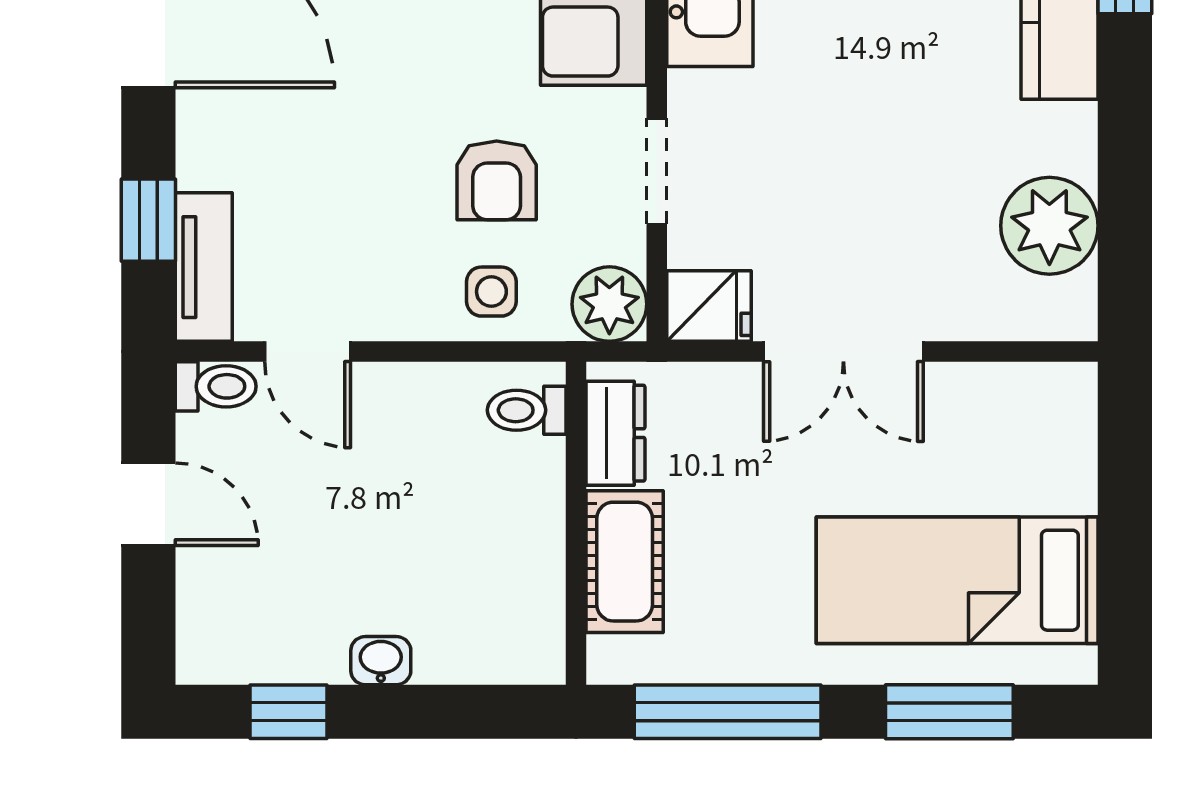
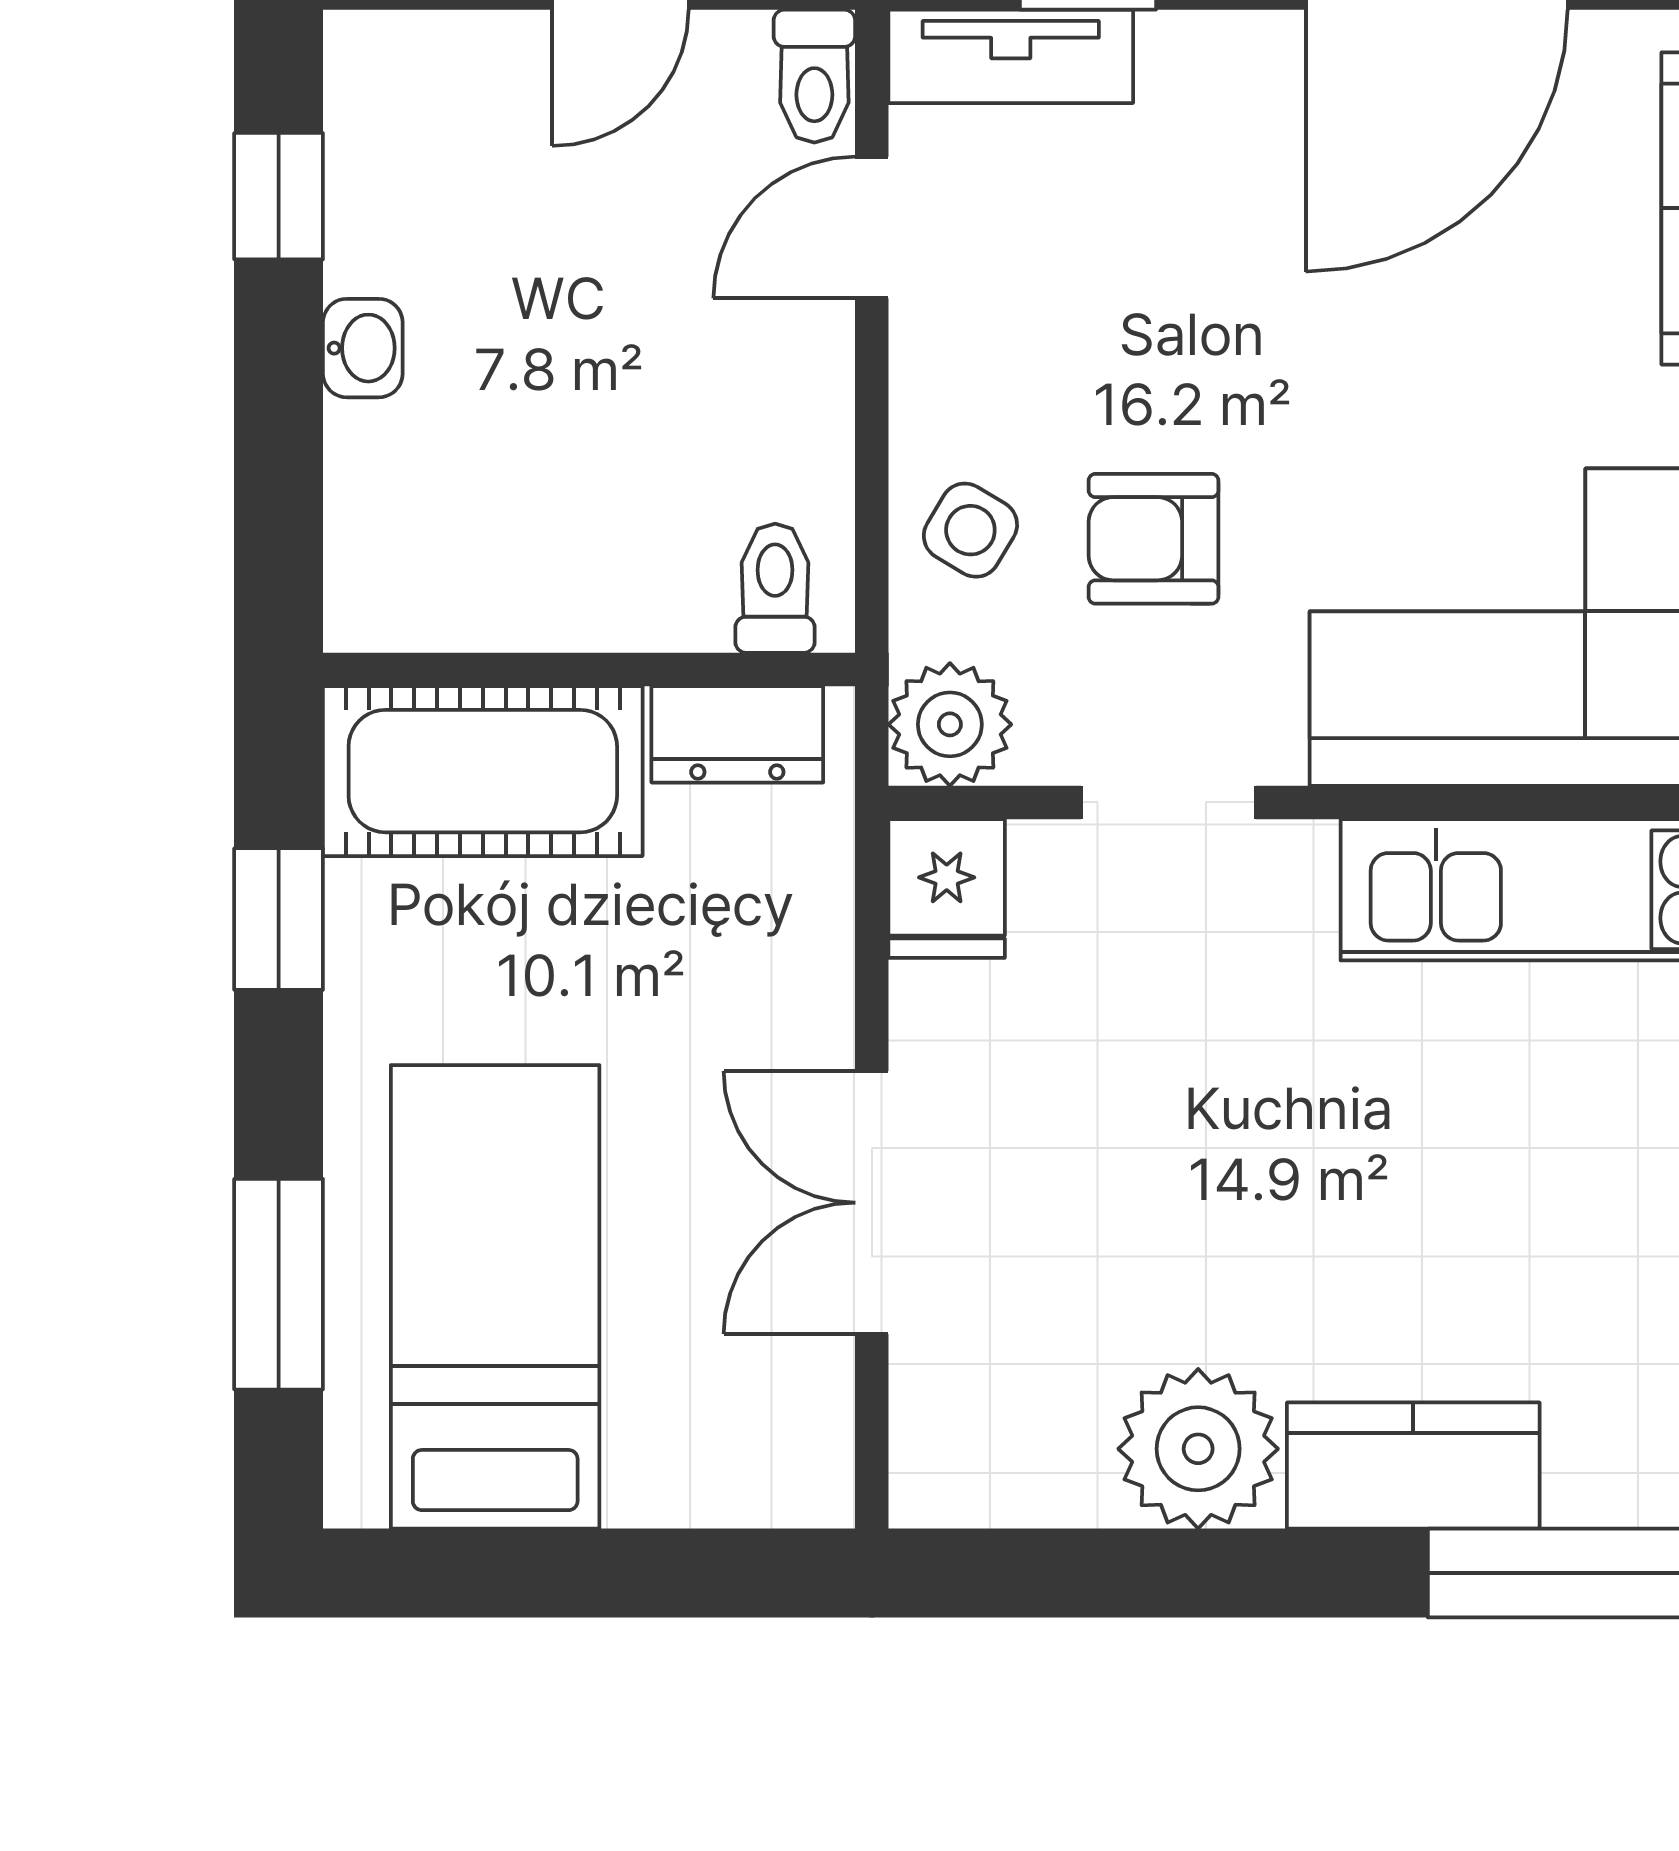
plant: (1049, 226) -> (1198, 1449), moved
side table: (491, 292) -> (970, 530), turned 31
double door: (843, 351) -> (872, 1203), moved
cot: (625, 562) -> (483, 771), width x1.37, depth x1.34
window: (728, 712) -> (279, 919), width x0.46

